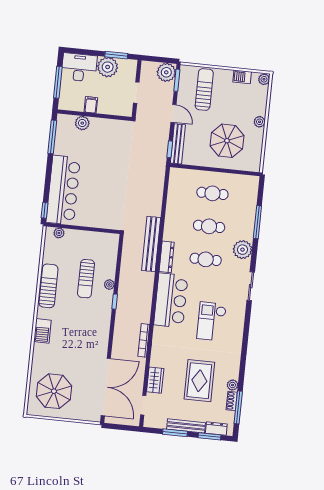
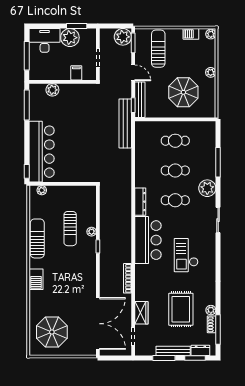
filing cabinet: (91, 105) -> (76, 73), moved
bench: (151, 244) -> (125, 123), moved

